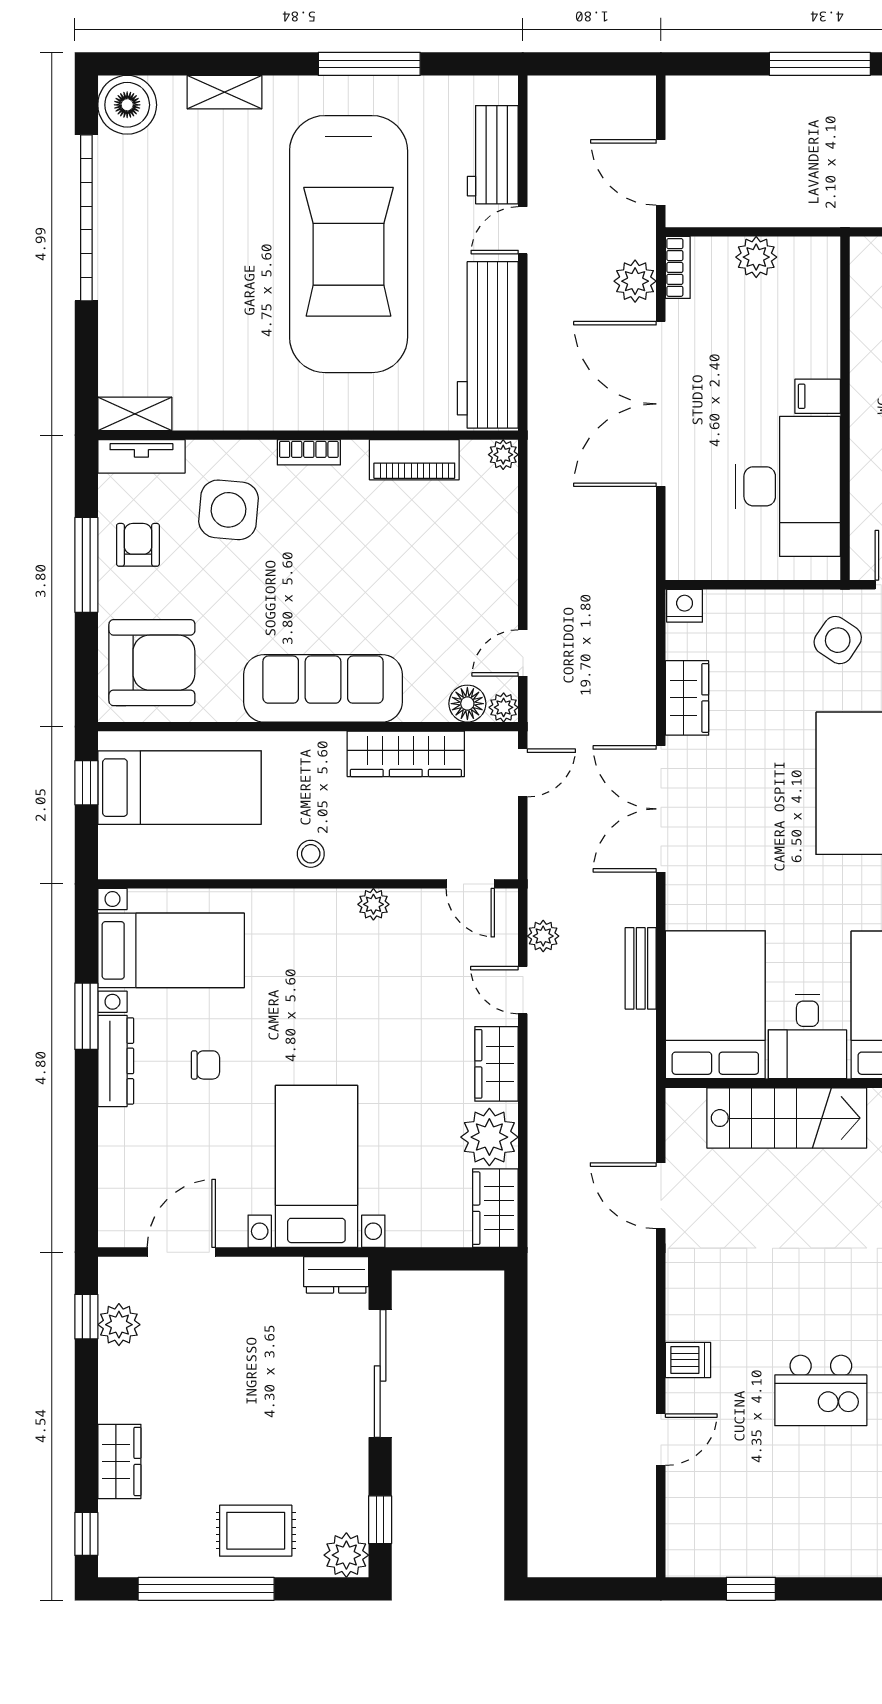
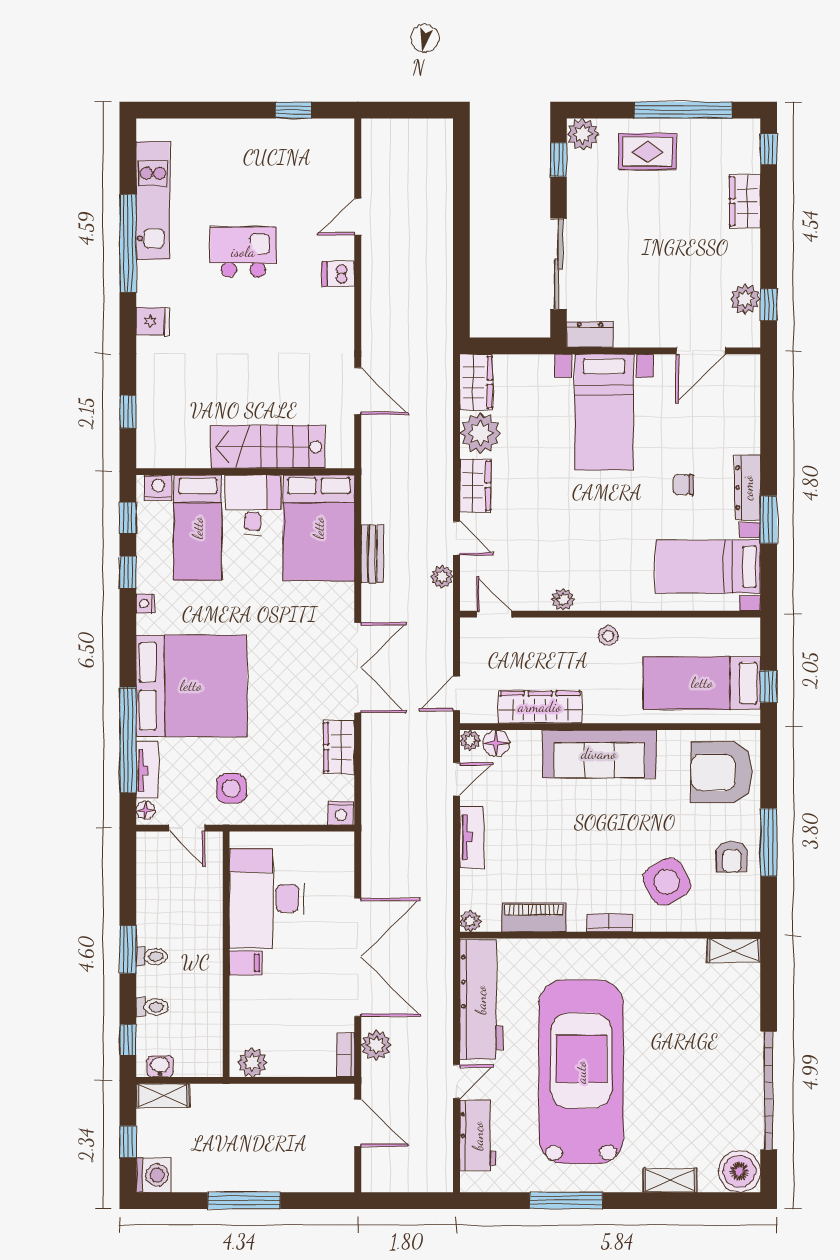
plant: (756, 257) -> (252, 1062), moved
tv unit: (141, 456) -> (472, 837), moved, turned 90
side table: (229, 510) -> (667, 882), turned -35
side table: (838, 640) -> (231, 789), turned -34

